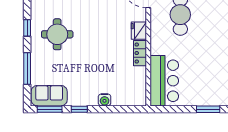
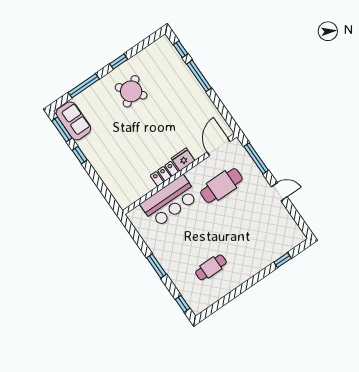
round table: (57, 34) -> (131, 91), turned -37
bar counter: (164, 81) -> (170, 201), moved
water cooler: (105, 100) -> (103, 171), removed

